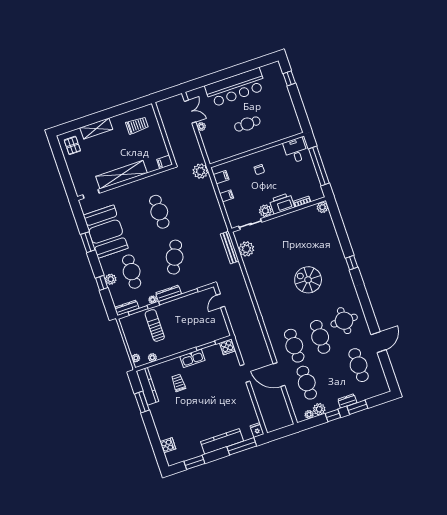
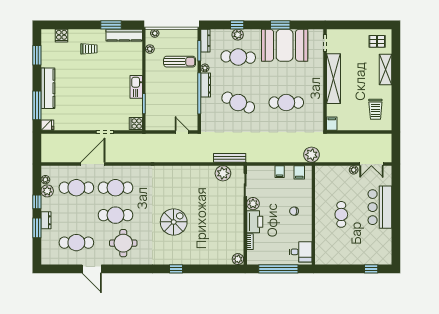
bar counter: (235, 87) -> (380, 207), width x0.73
trolley: (178, 383) -> (89, 49), moved

